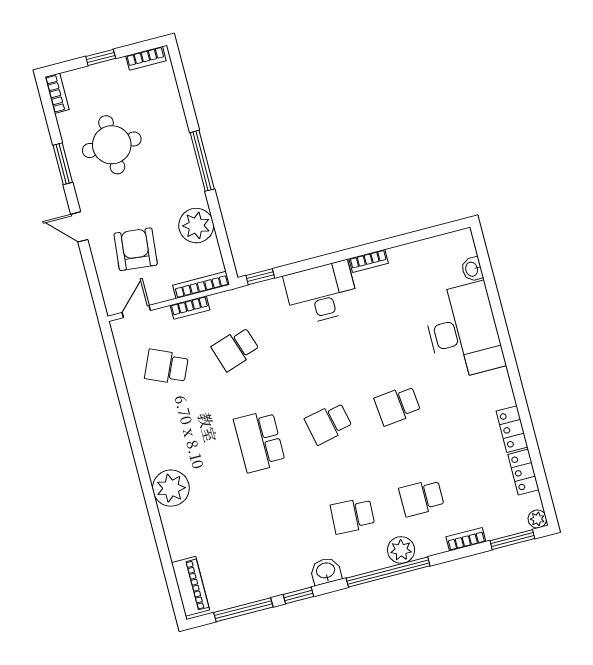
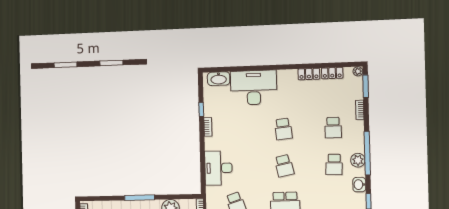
washbasin: (472, 269) -> (219, 79), width x1.91, depth x1.45
window: (260, 277) -> (201, 109), moved
desk: (321, 293) -> (218, 168), moved
plant: (401, 550) -> (358, 160), moved

